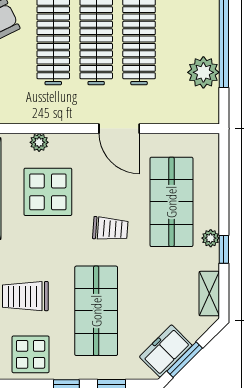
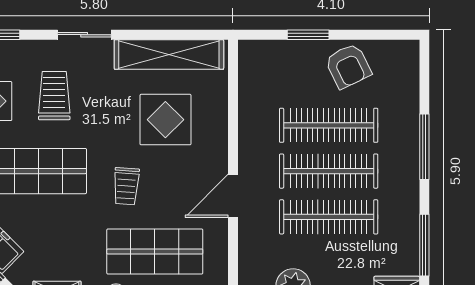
plant: (39, 142) -> (218, 110), removed

